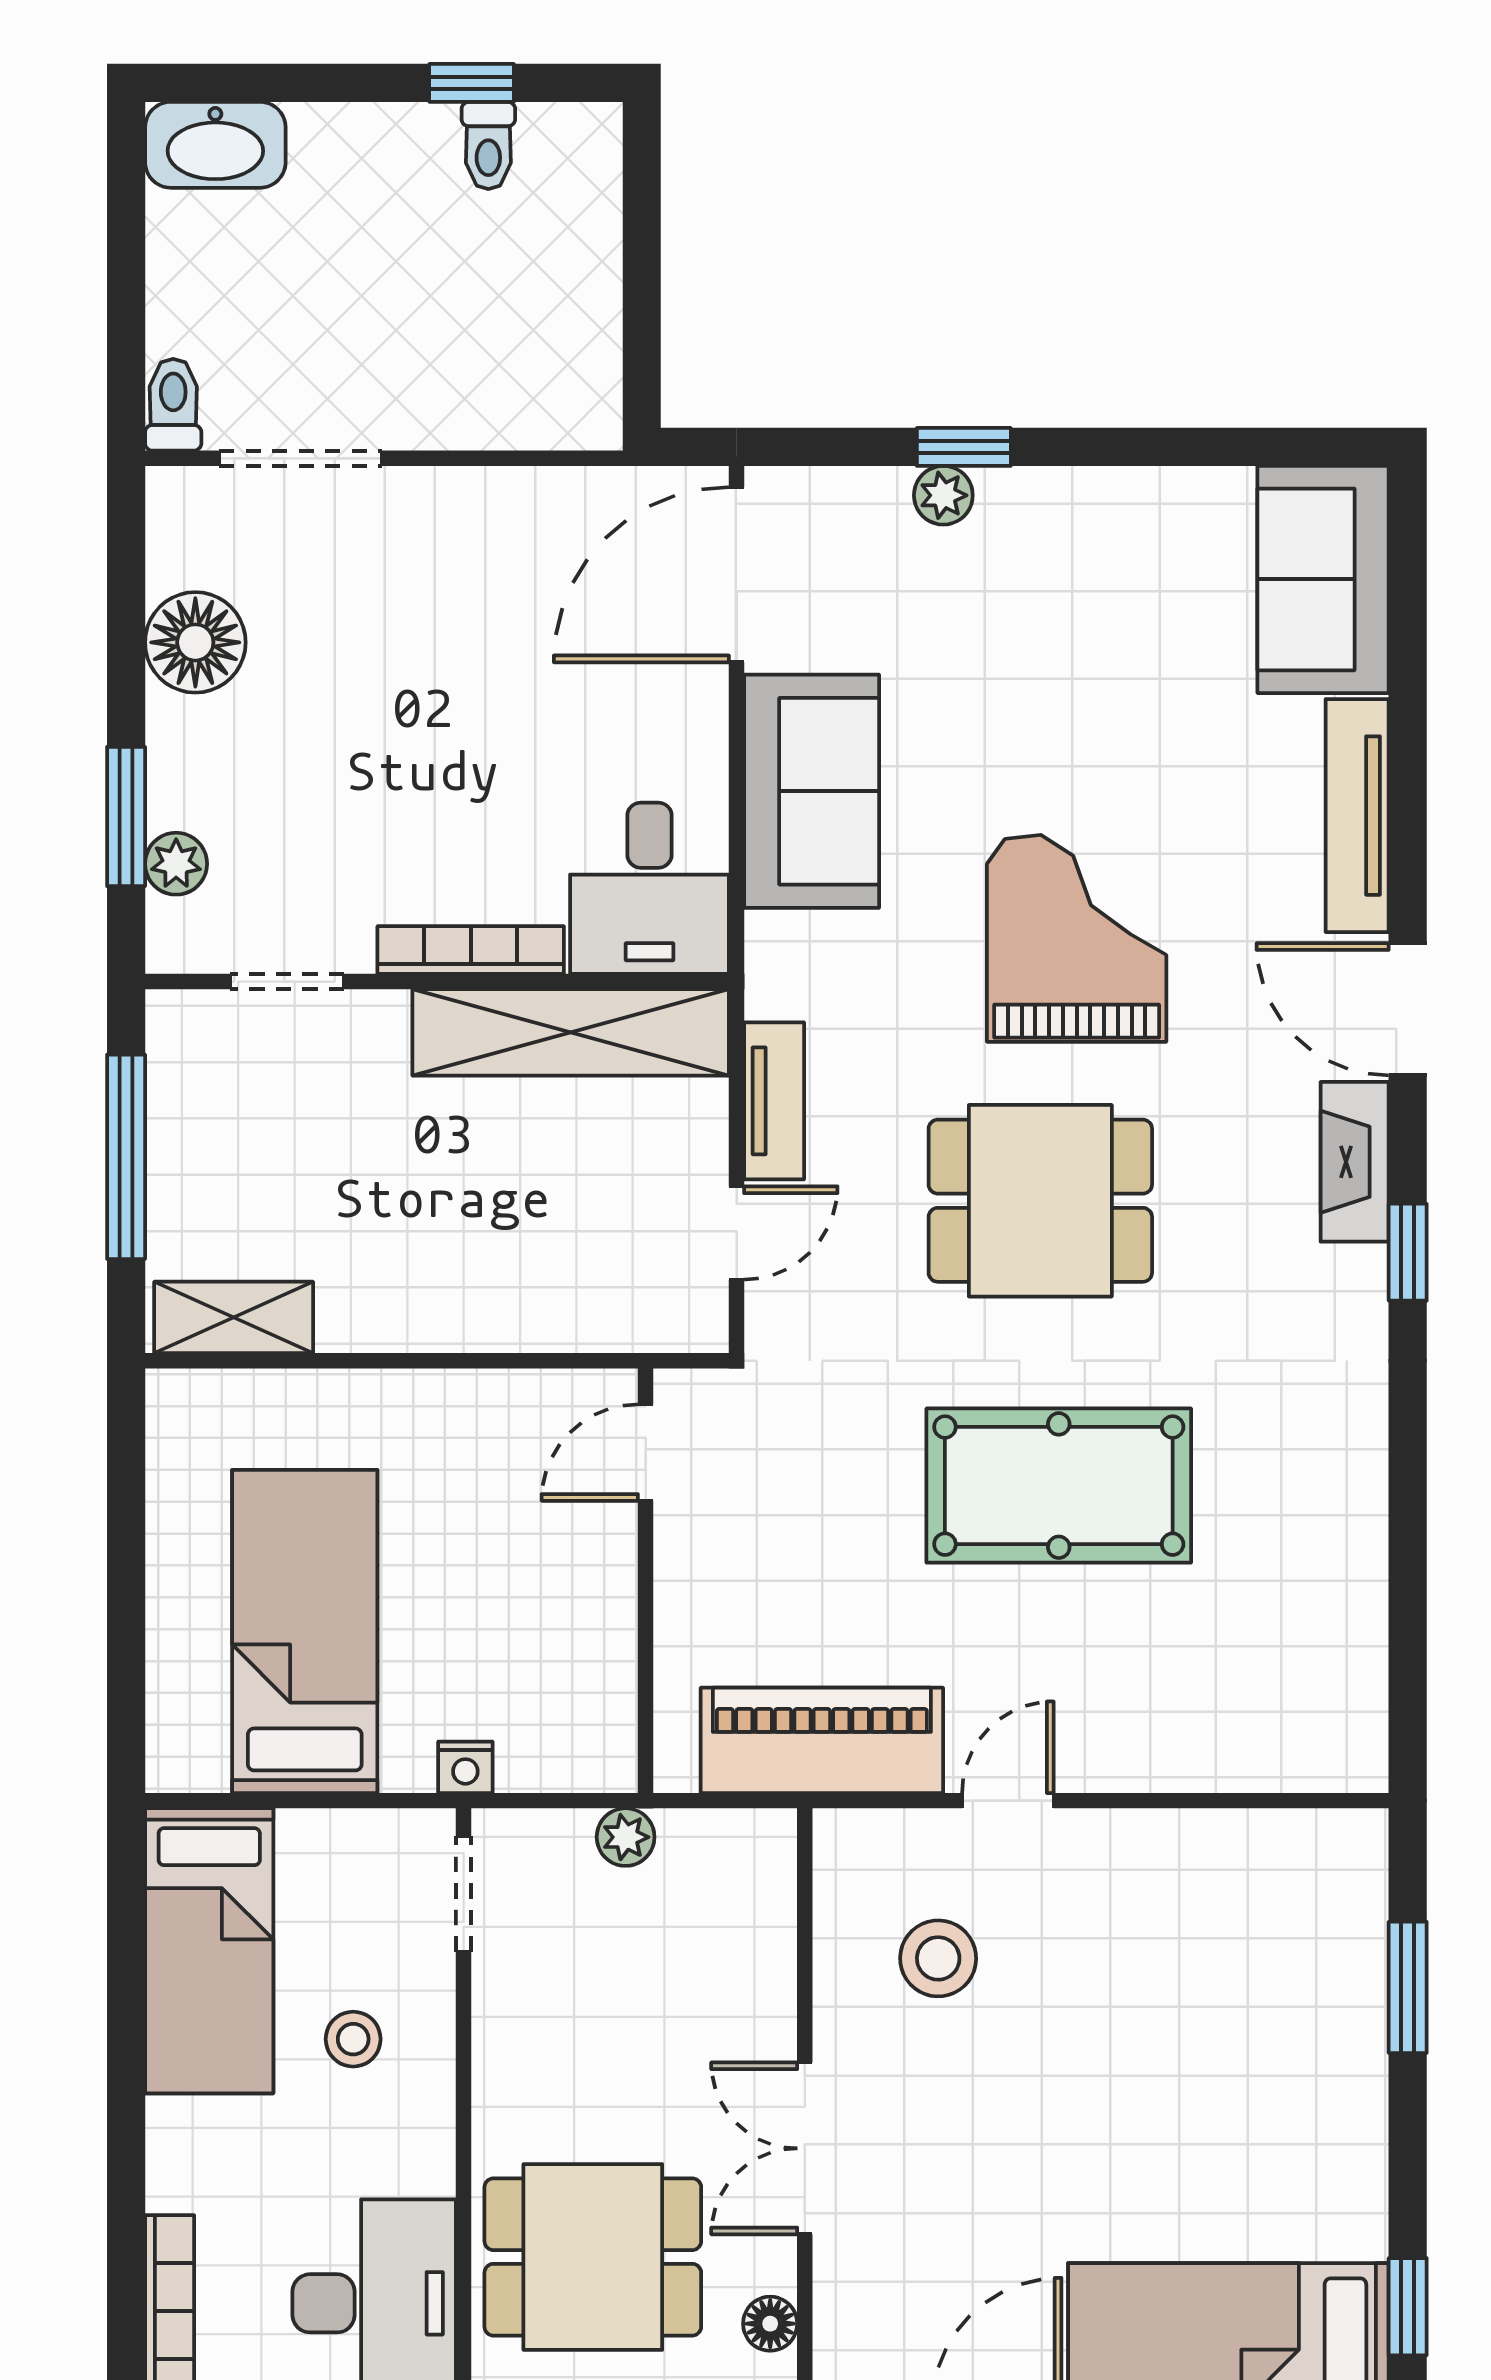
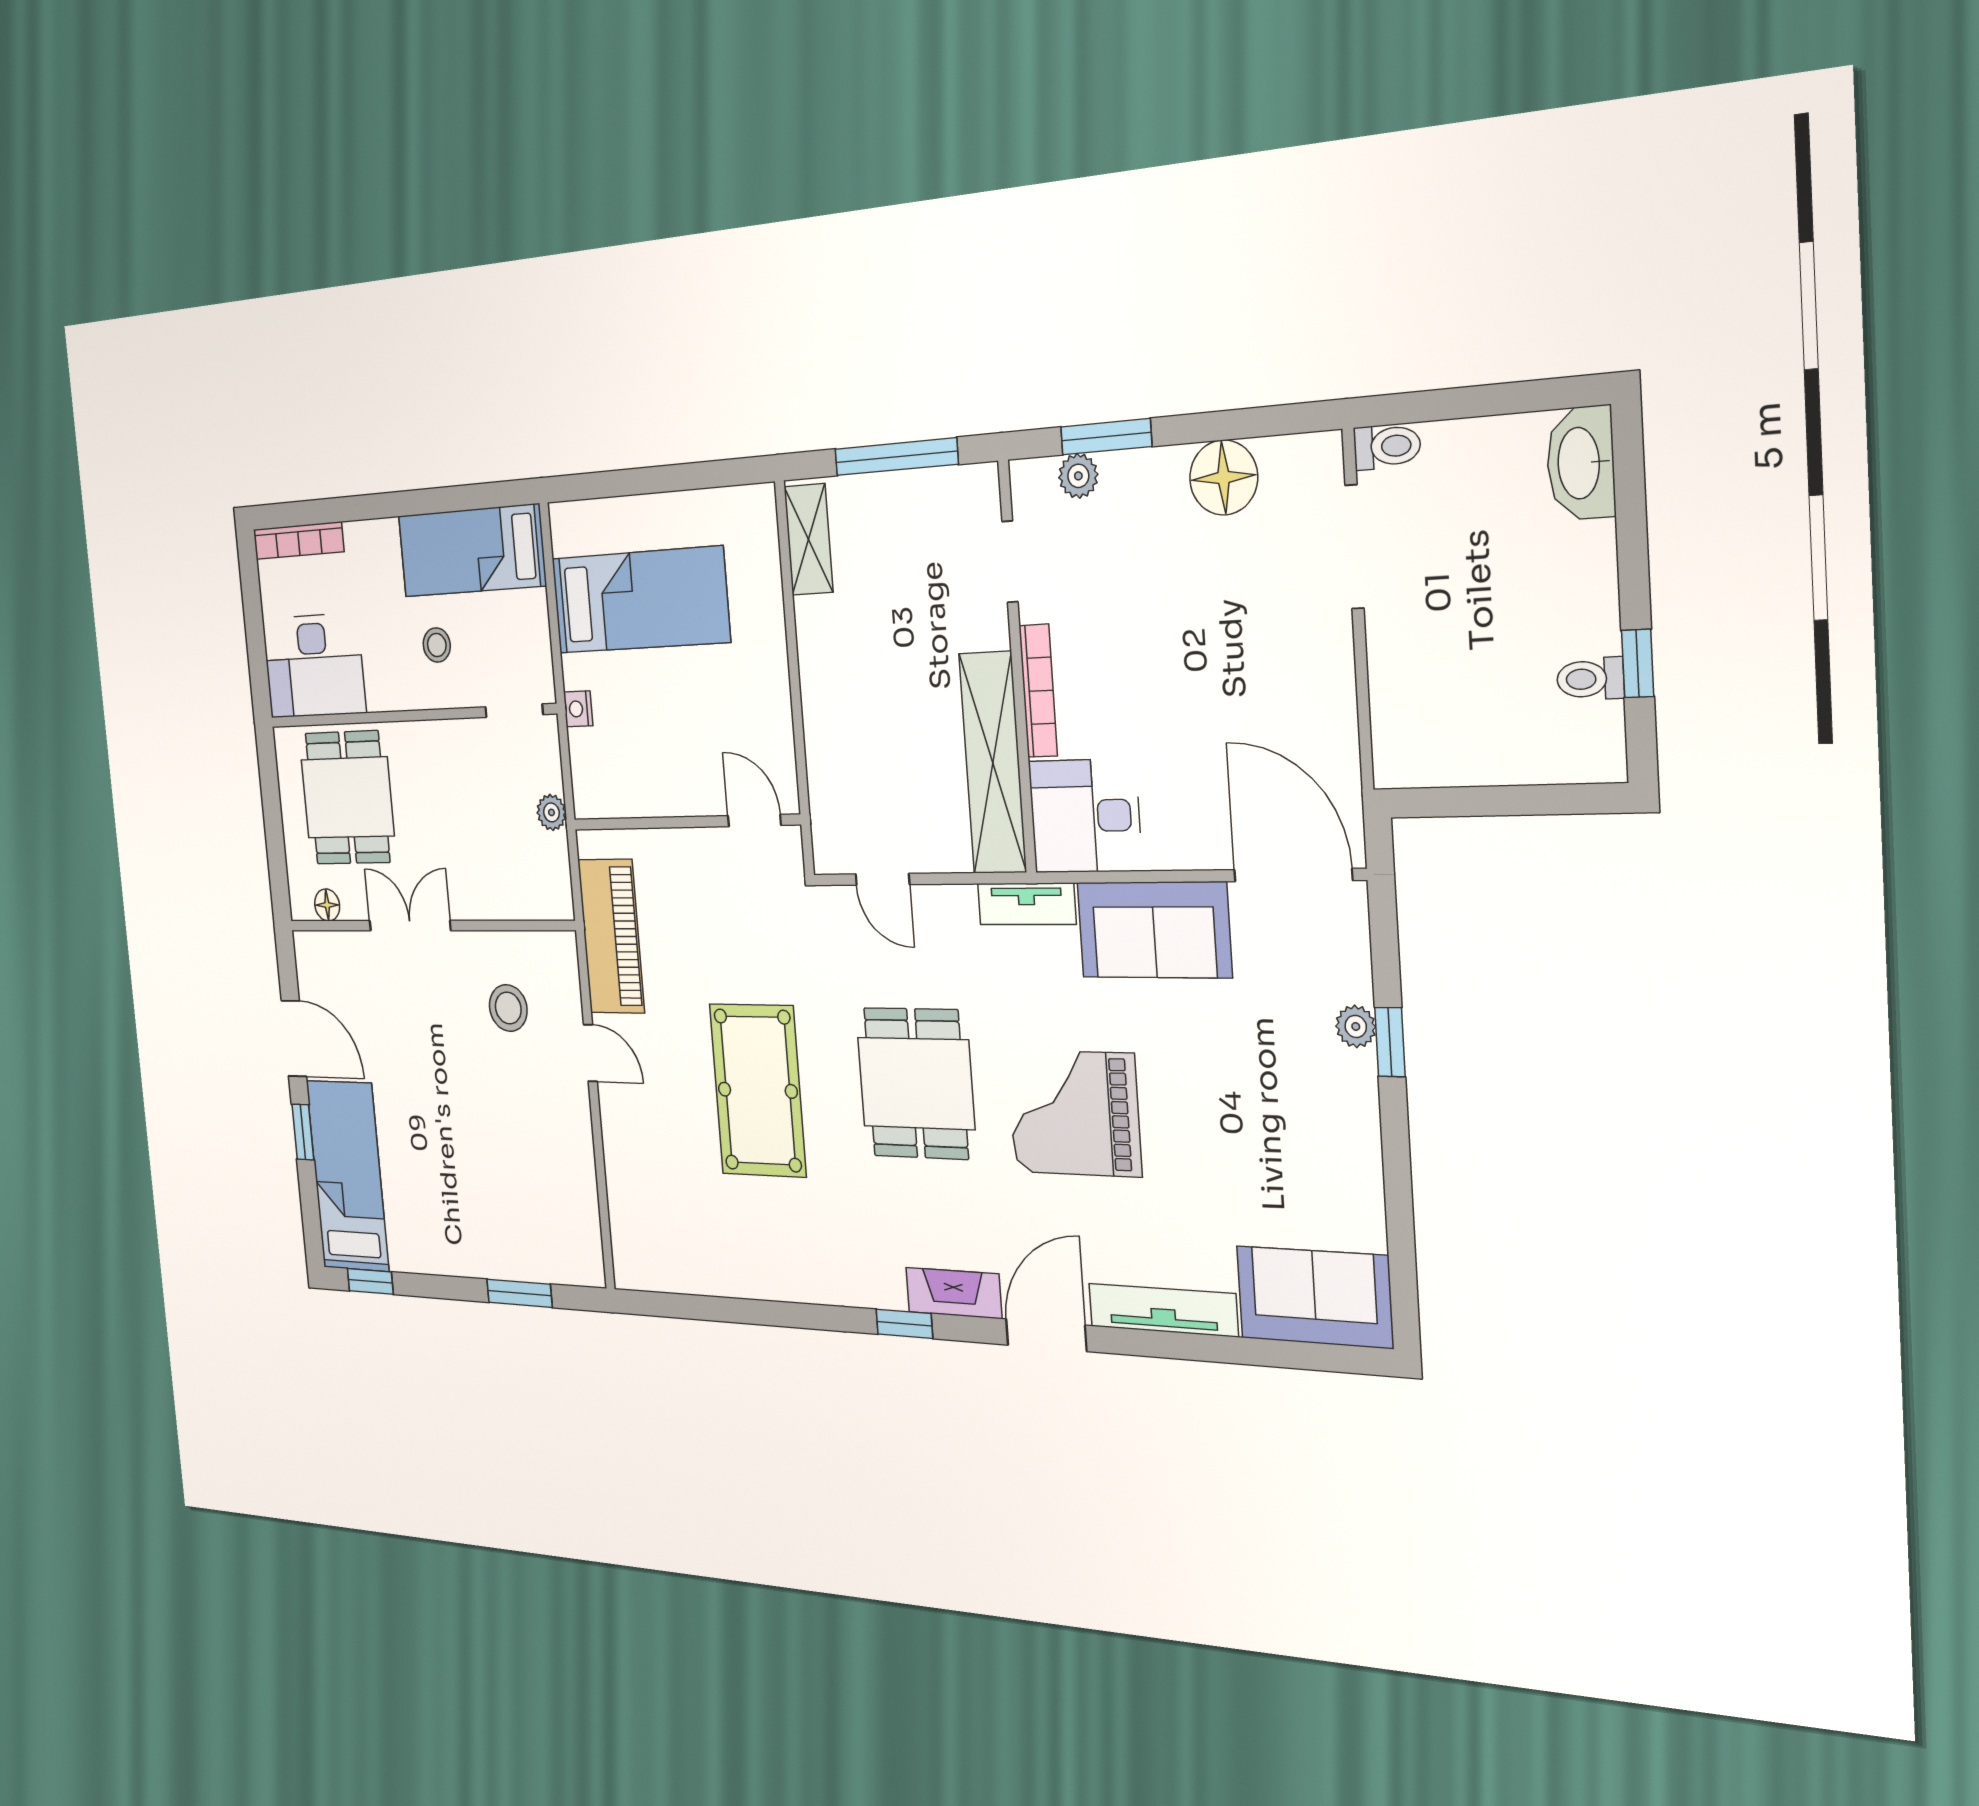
grand piano: (1077, 938) -> (1074, 1113), turned 180
tv unit: (774, 1101) -> (1027, 904), moved

